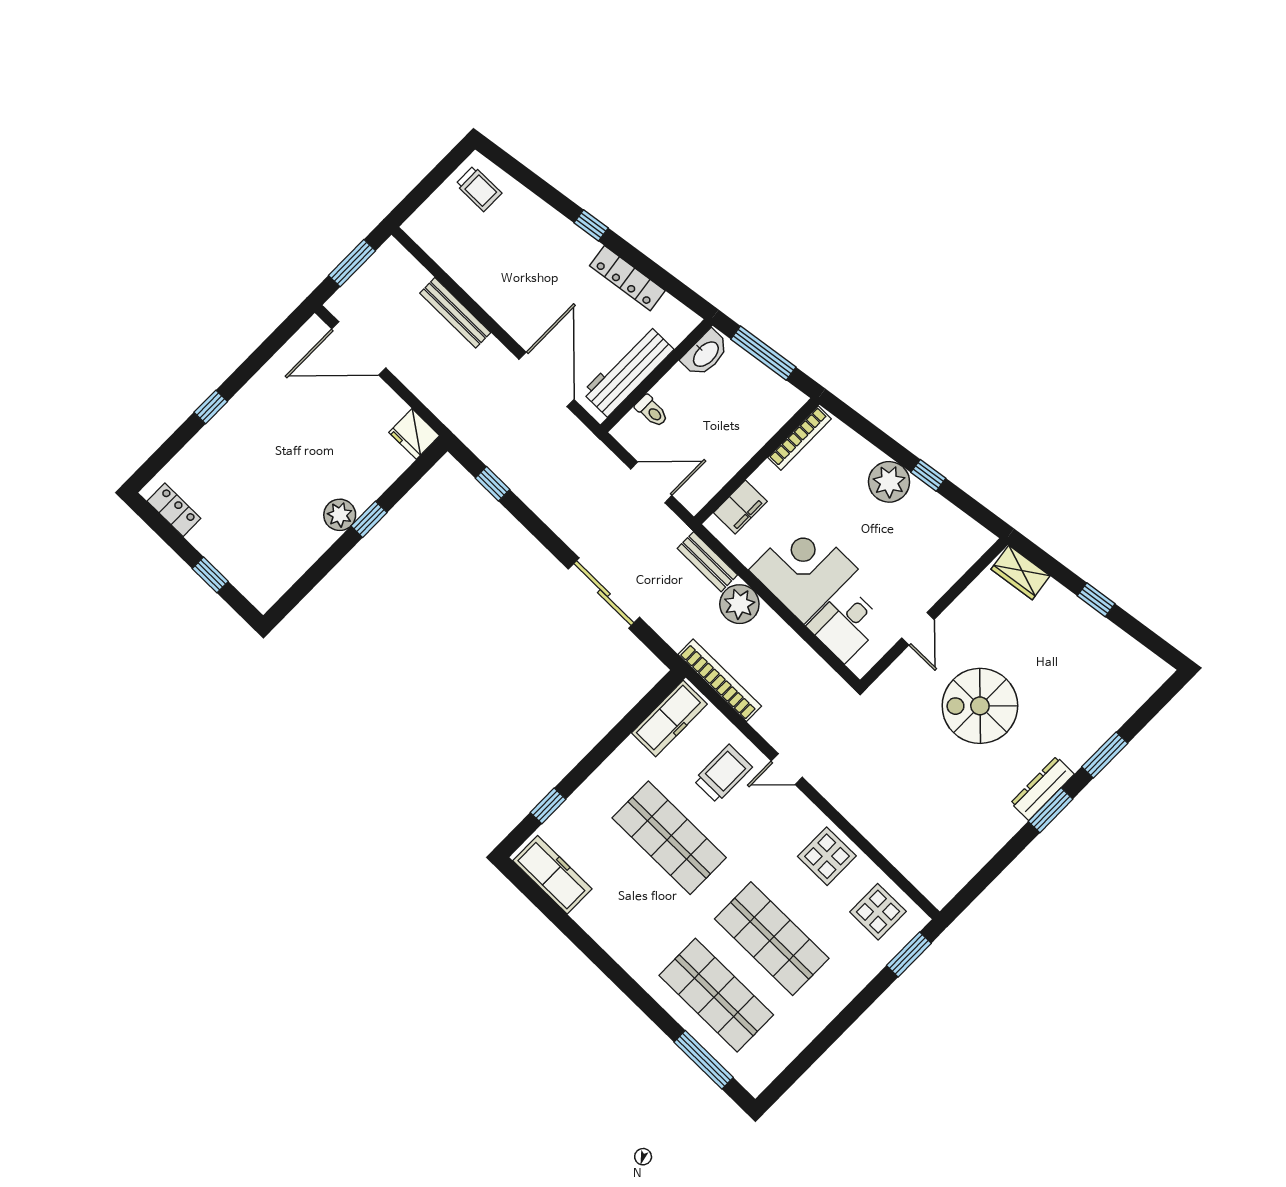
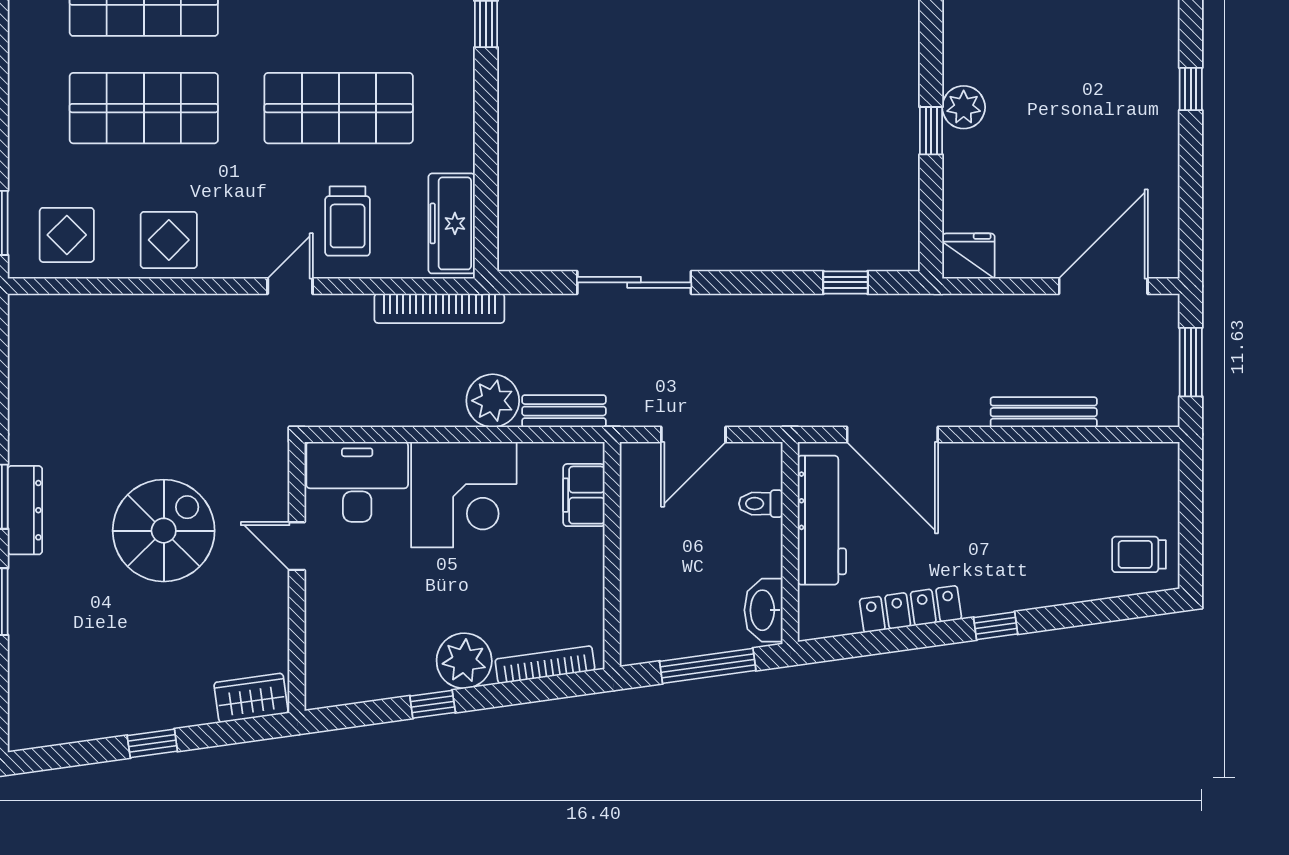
bookcase: (800, 438) -> (545, 665), moved, turned 82
desk: (846, 624) -> (357, 482), width x1.37

